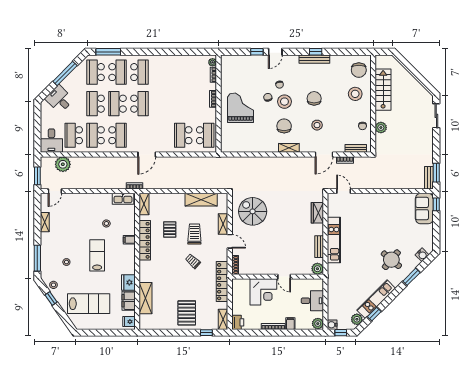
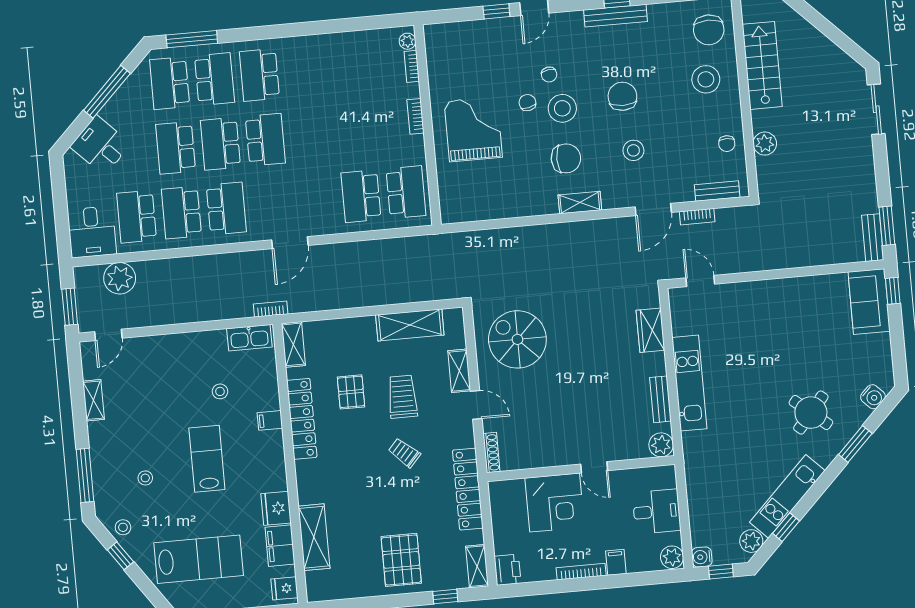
school desk: (139, 72) -> (259, 75), turned 180
chair: (284, 126) -> (566, 158), turned 90

